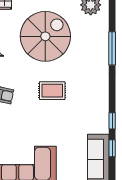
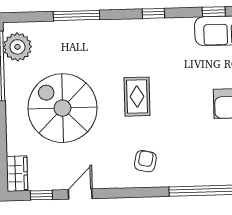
window: (112, 121) -> (153, 13), moved

